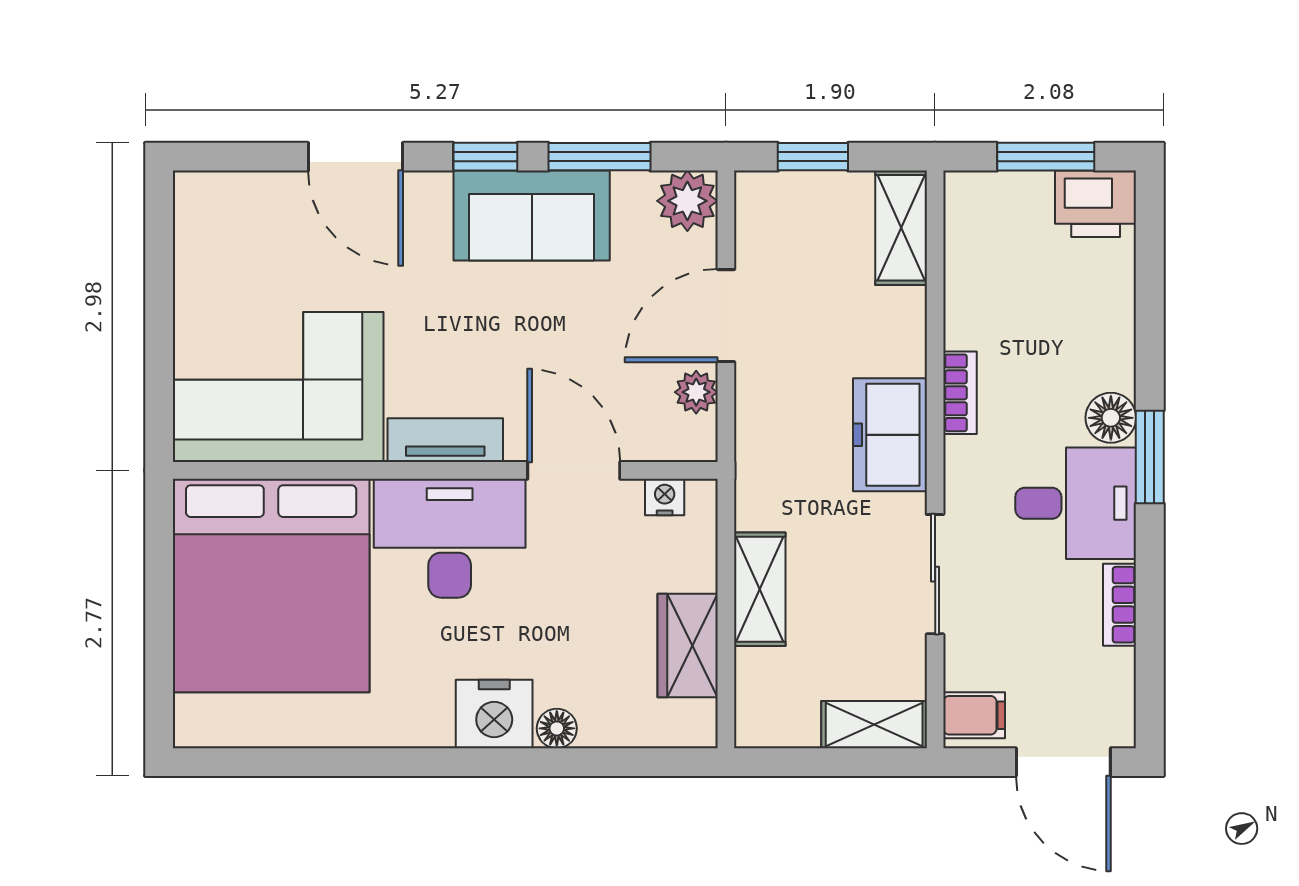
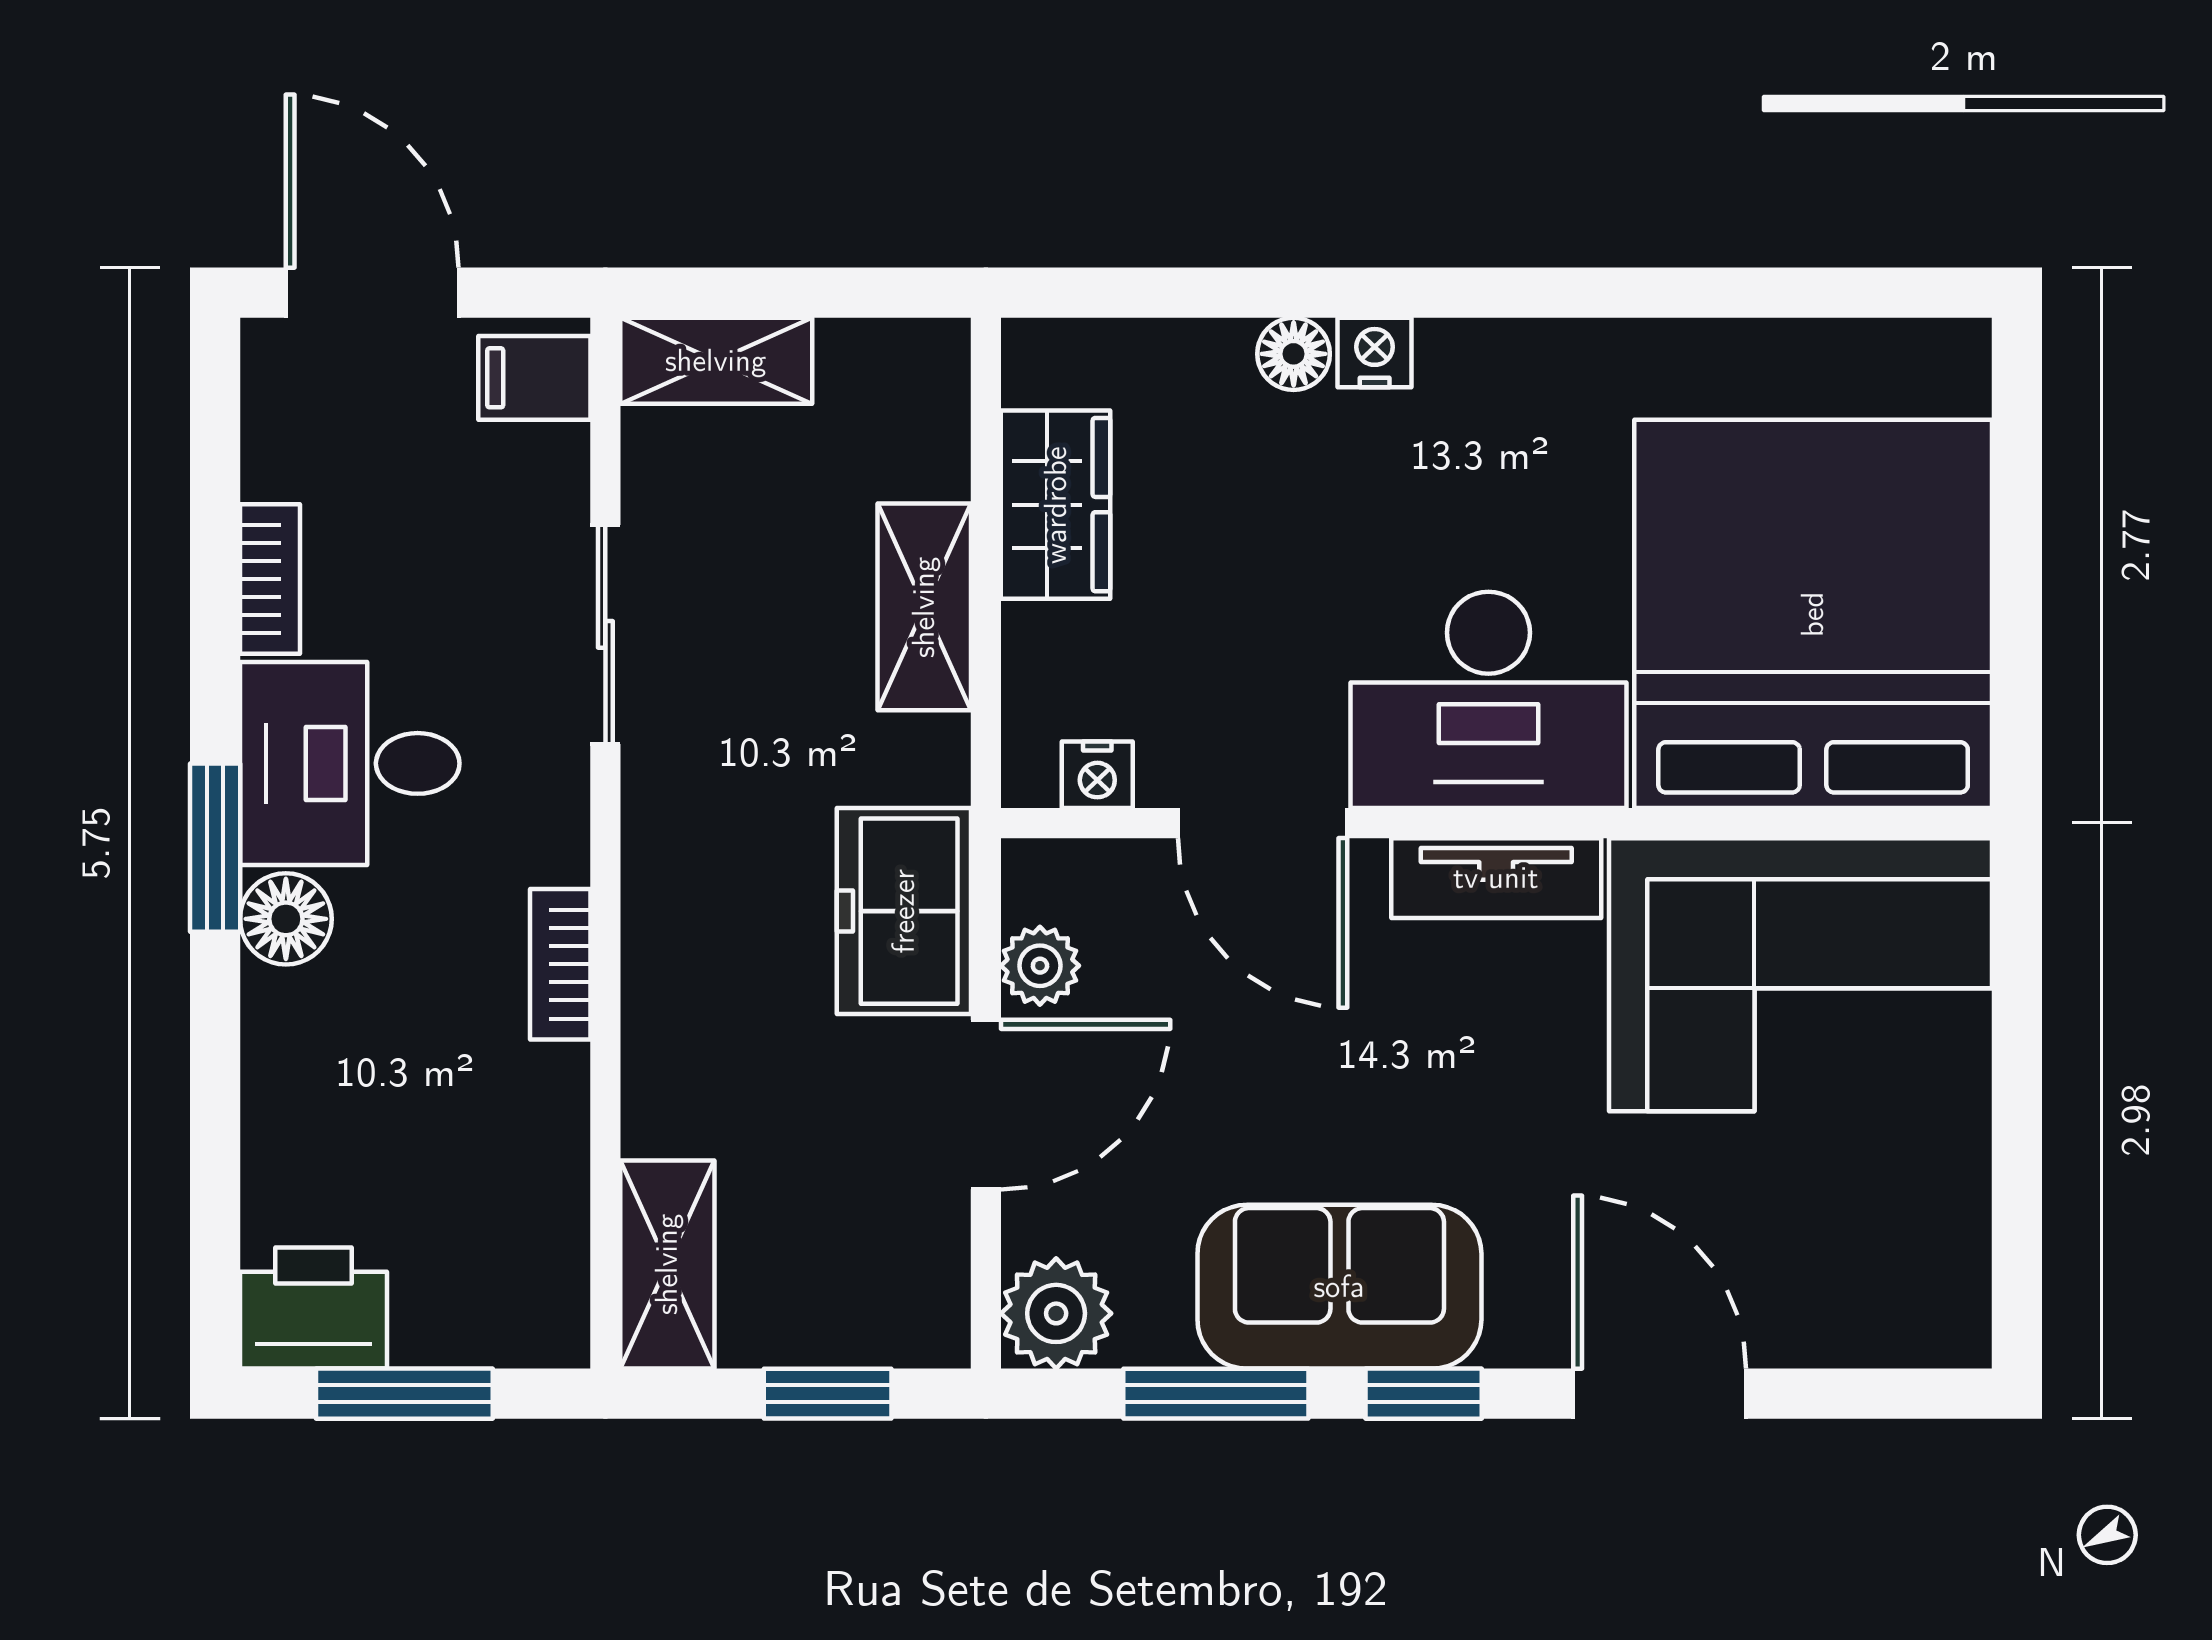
freezer: (890, 435) -> (904, 911), moved, turned 180
nightstand: (494, 714) -> (1375, 352), width x0.53, depth x0.56

